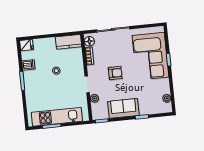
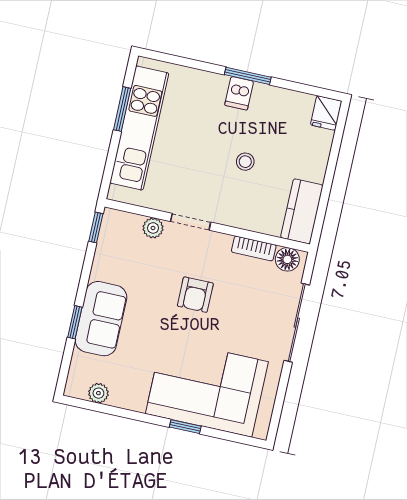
dishwasher: (28, 65) -> (239, 93), moved
sofa: (123, 108) -> (101, 319), moved

